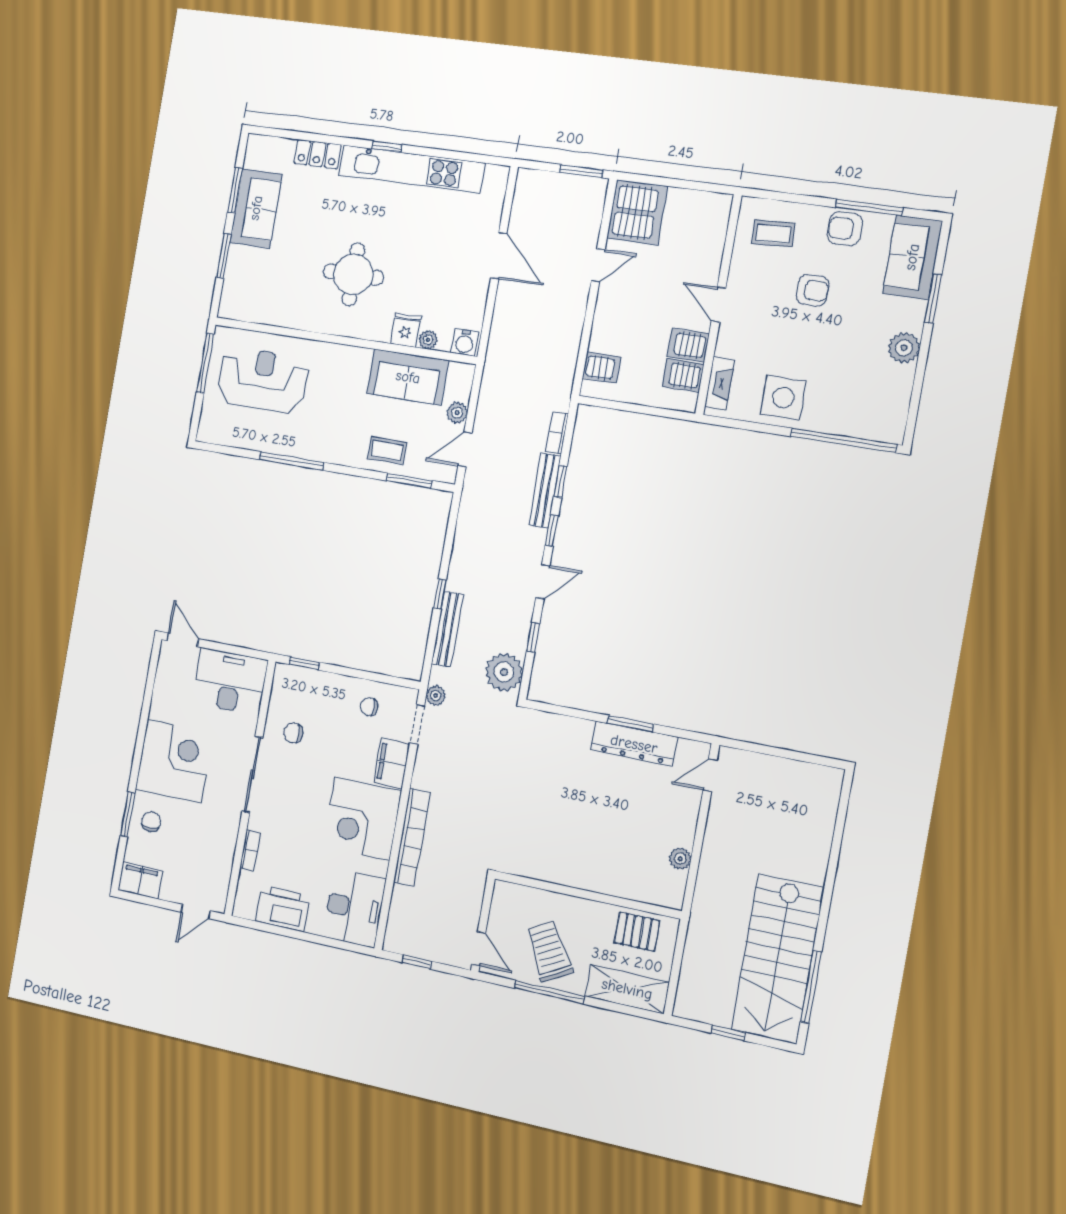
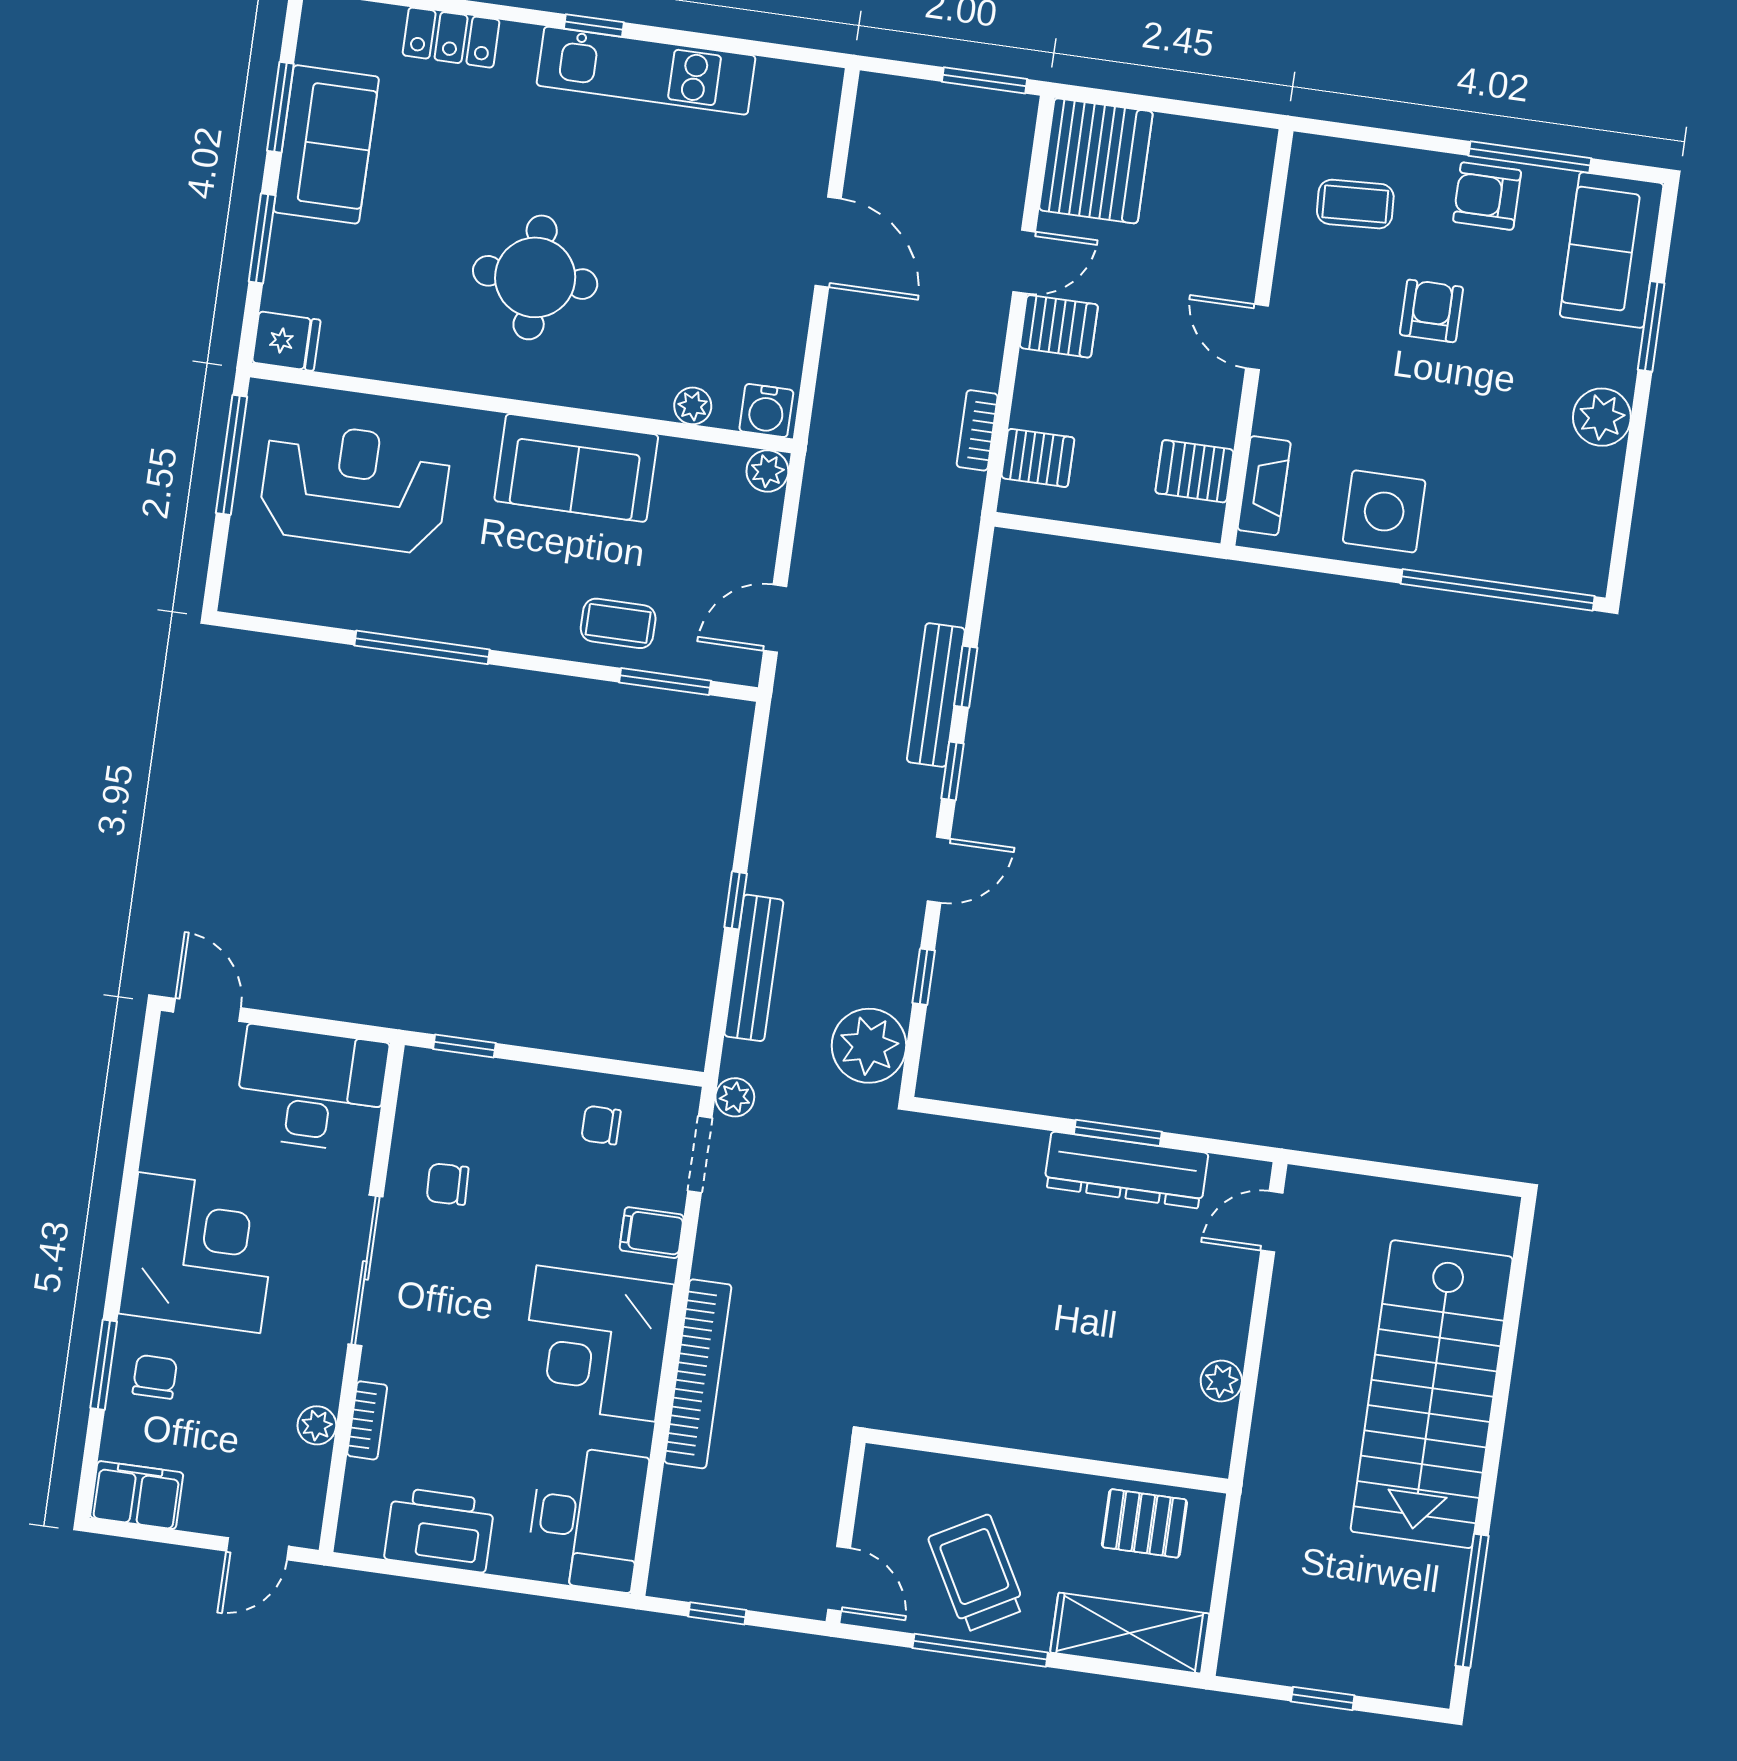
kitchen unit: (412, 169) -> (646, 71), width x0.73
armchair: (813, 290) -> (1431, 311), turned -90
fridge: (406, 330) -> (286, 341), moved, turned 90
server rack: (688, 345) -> (1059, 326), moved, turned 180
sofa: (408, 377) -> (576, 468), moved
plant: (457, 413) -> (767, 471), moved
bookcase: (557, 433) -> (977, 430), moved
filing cabinet: (392, 763) -> (652, 1233), width x0.50
plant: (226, 851) -> (317, 1425), added
stairs: (778, 959) -> (1432, 1394), moved

